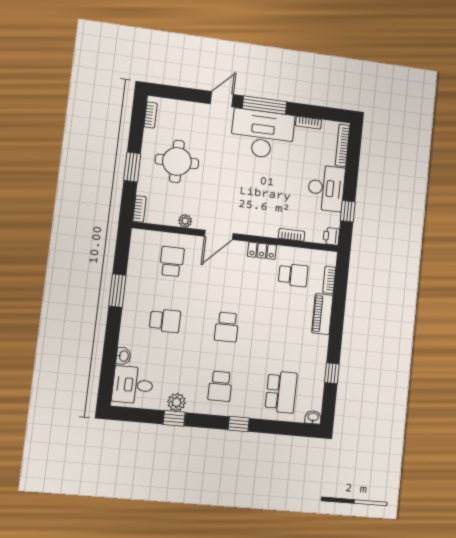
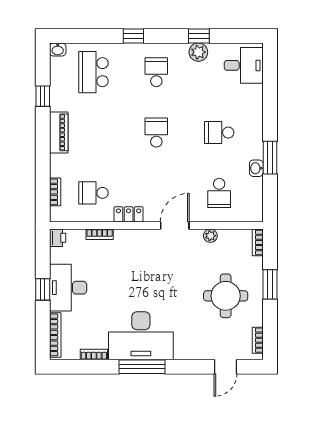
door: (222, 99) -> (226, 367), moved
window: (348, 211) -> (43, 289), moved
piano: (322, 314) -> (59, 132), moved
washbasin: (123, 356) -> (256, 168), moved

